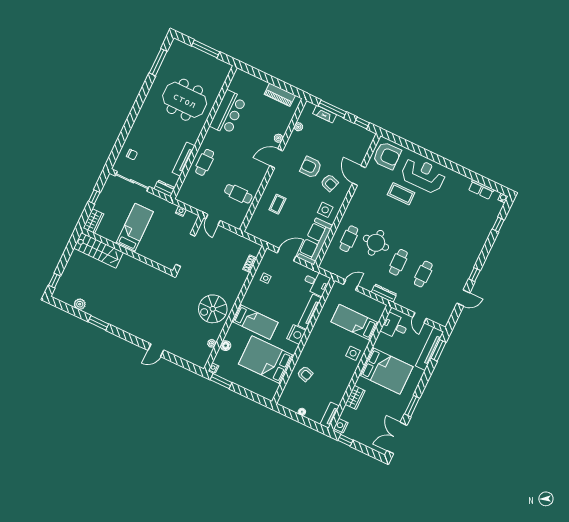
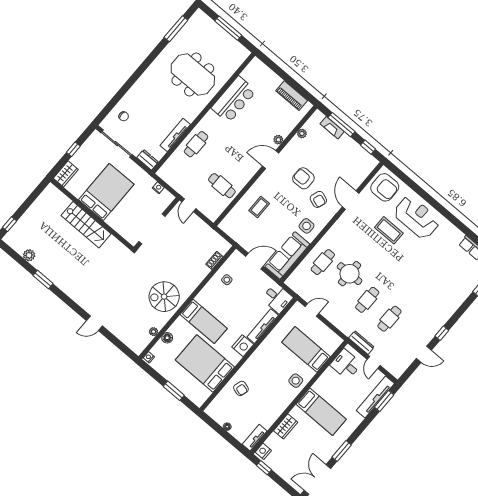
bed: (135, 228) -> (106, 192), width x1.50
stairs: (98, 250) -> (86, 225), moved
dresser: (384, 293) -> (361, 342), moved
bed: (386, 371) -> (321, 412), width x0.67
window: (221, 381) -> (174, 391), moved

